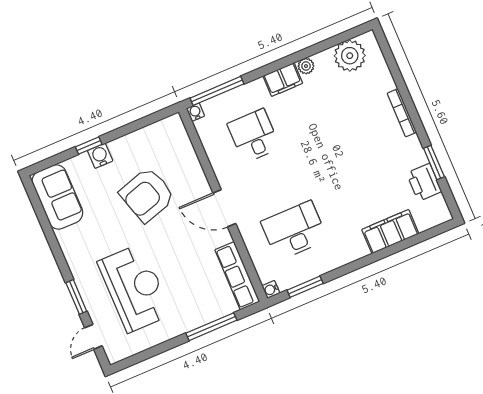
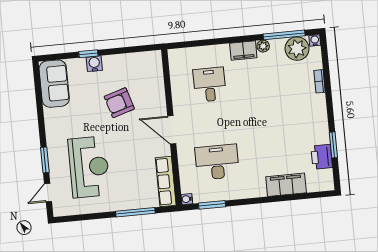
window: (217, 91) -> (284, 35), moved
water cooler: (195, 112) -> (315, 40), moved
bookcase: (402, 113) -> (320, 81), moved, width x0.64
armchair: (147, 195) -> (119, 103), width x0.73, depth x0.73

